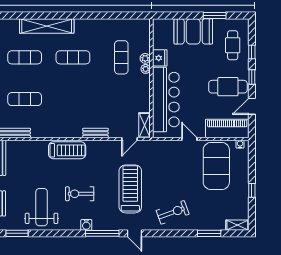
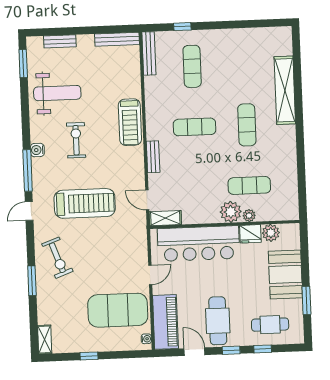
plant: (160, 42) -> (271, 233), added
exercise mat: (25, 57) -> (195, 127), moved, turned 90
plant: (146, 69) -> (231, 212), width x1.87, depth x1.87
window: (209, 233) -> (32, 281), moved

